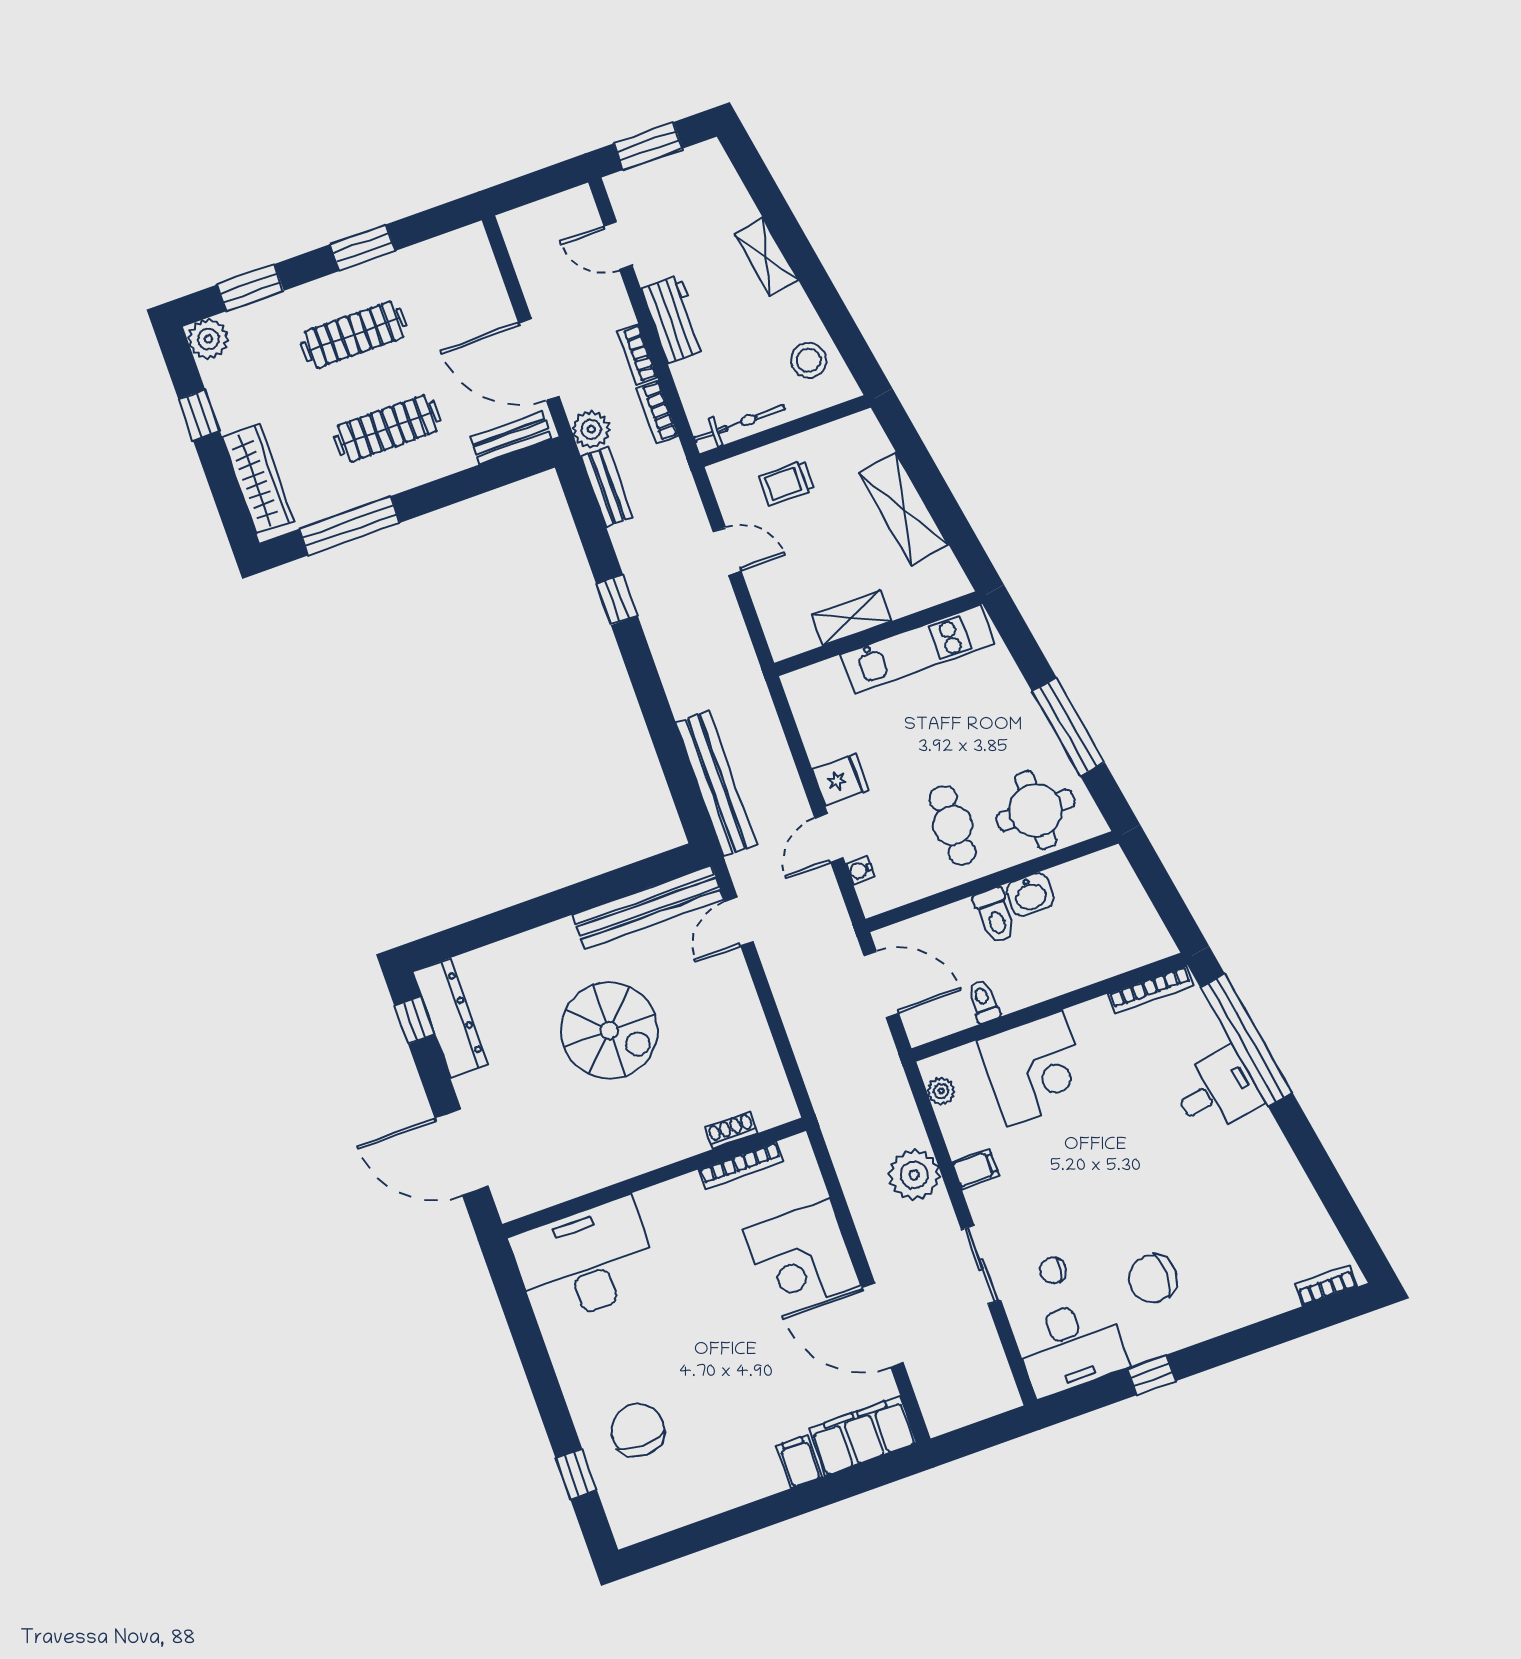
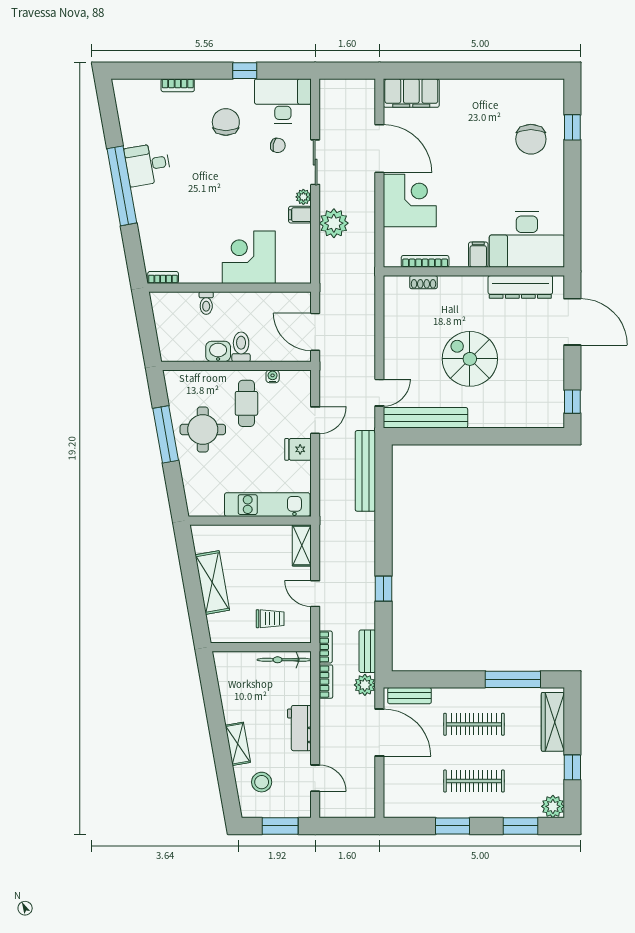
bookcase: (637, 354) -> (326, 647), moved
stool: (809, 360) -> (262, 782), moved
shelving: (851, 618) -> (302, 545), moved, turned 90
kitchen unit: (918, 649) -> (267, 505), moved
round table: (1036, 810) -> (203, 429), moved
water cooler: (860, 870) -> (273, 376), moved, turned -90
bookcase: (1151, 990) -> (163, 277), width x0.64
toilet: (984, 1001) -> (206, 303), moved
dresser: (450, 1018) -> (520, 287), moved, turned -90
window: (1246, 1040) -> (122, 186), moved
plant: (941, 1091) -> (303, 197), moved
desk: (1216, 1091) -> (148, 165), moved
chair: (1153, 1279) -> (226, 122), turned -90
bookcase: (1326, 1285) -> (178, 85), moved
filing cabinet: (799, 1462) -> (478, 255), moved, turned 180

